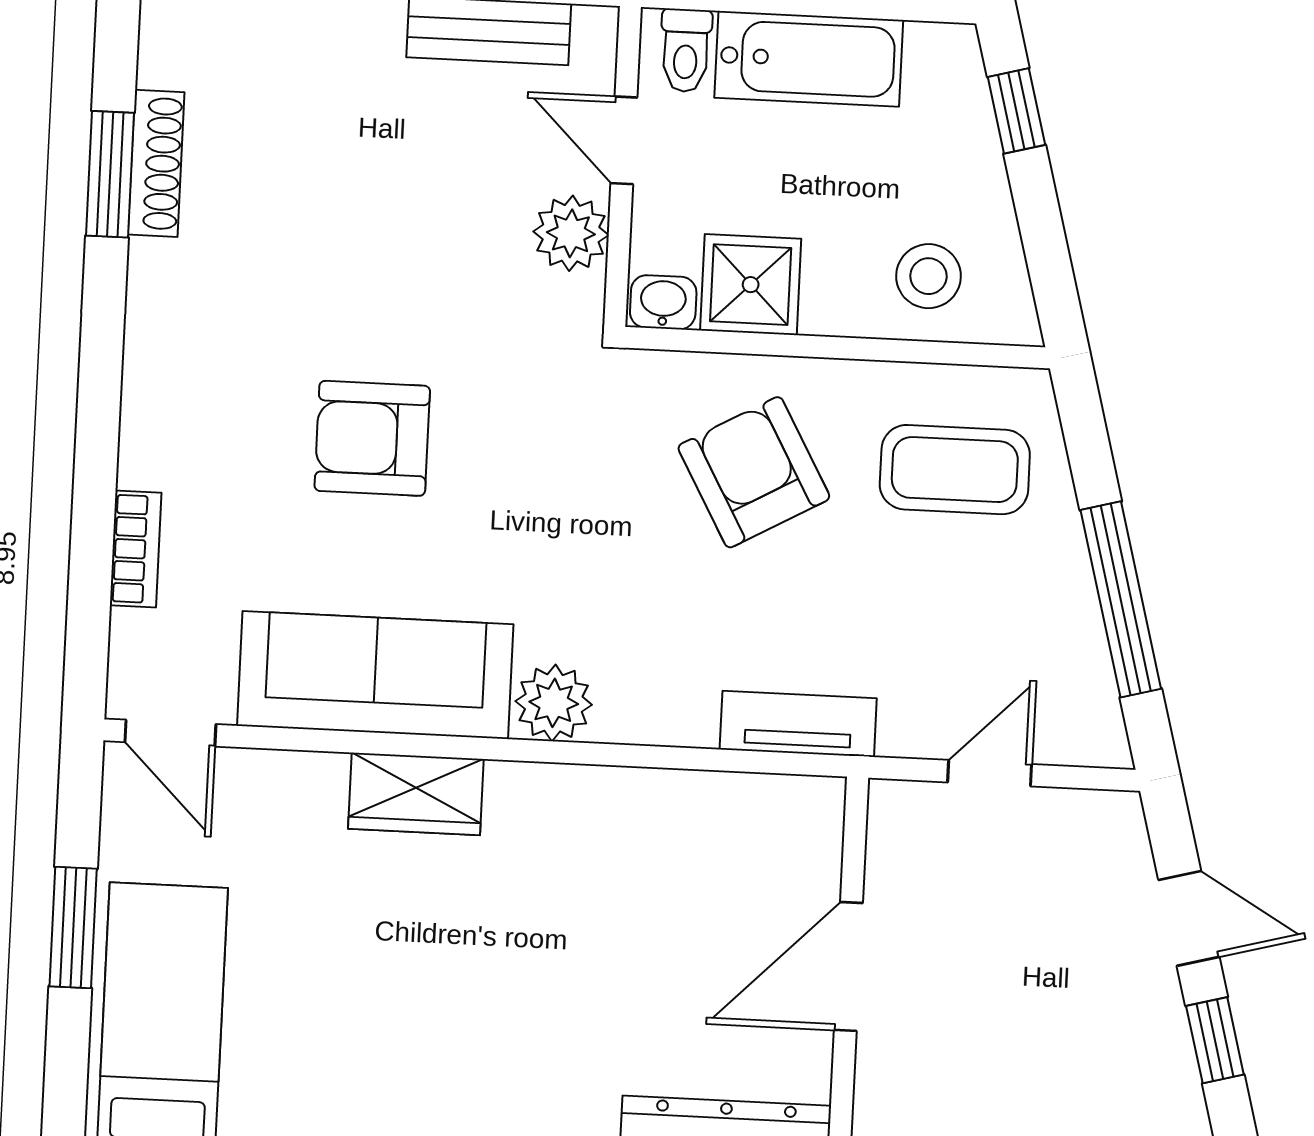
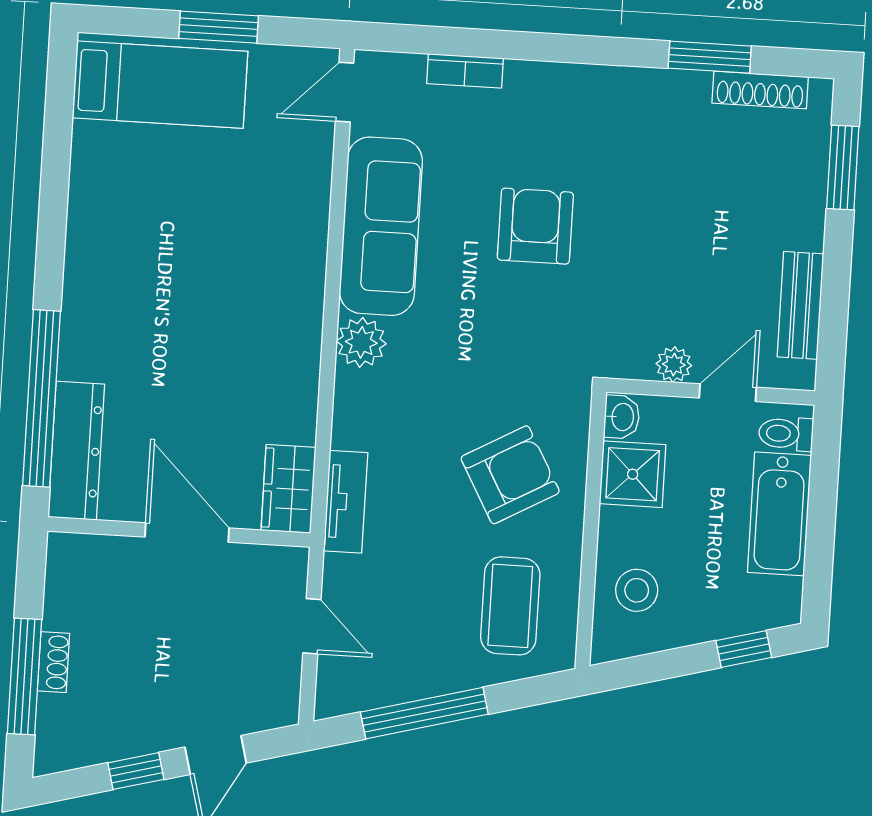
shoe rack: (156, 163) -> (760, 90), moved
plant: (571, 233) -> (674, 365), width x0.73, depth x0.73
wardrobe: (416, 794) -> (289, 489), moved

